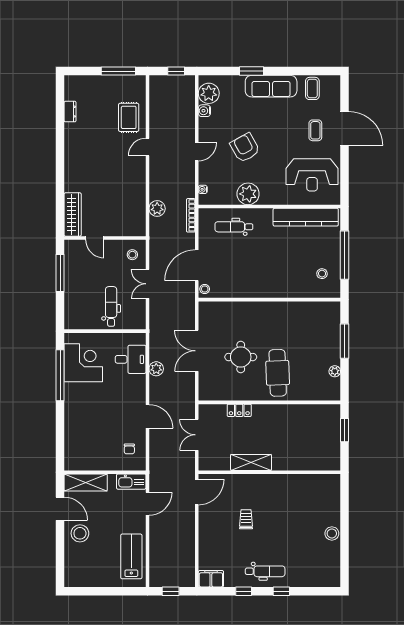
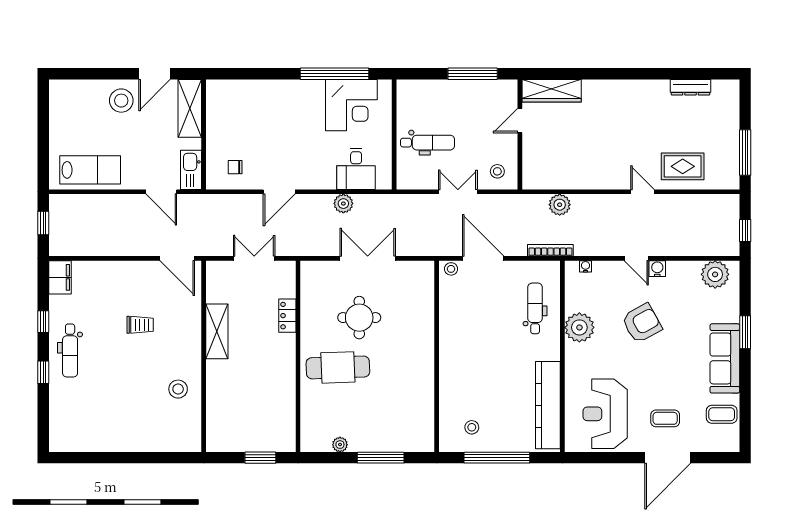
water cooler: (204, 111) -> (657, 269), moved
dresser: (70, 112) -> (690, 87), width x1.44
stool: (332, 533) -> (178, 389), moved

